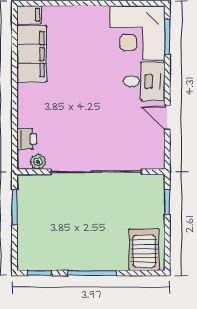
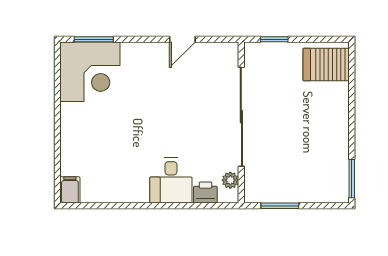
filing cabinet: (32, 54) -> (113, 187), removed
desk: (144, 81) -> (171, 181), moved, turned 180
window: (39, 273) -> (352, 179), width x1.50
window: (92, 273) -> (352, 121), removed

